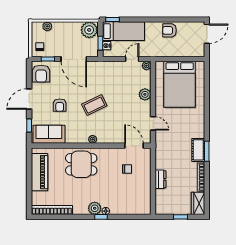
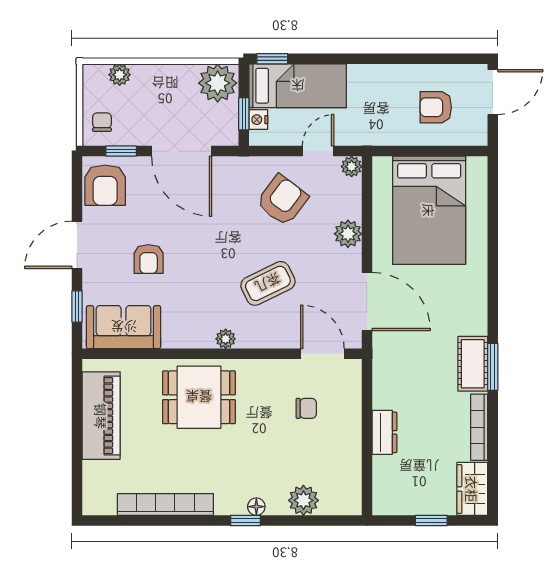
armchair: (169, 30) -> (436, 107), moved
armchair: (117, 80) -> (282, 200), added
coffee table: (94, 105) -> (268, 283), moved
door: (153, 123) -> (367, 302), width x1.88
plant: (95, 208) -> (303, 500), moved
bookcase: (52, 210) -> (165, 504), moved

